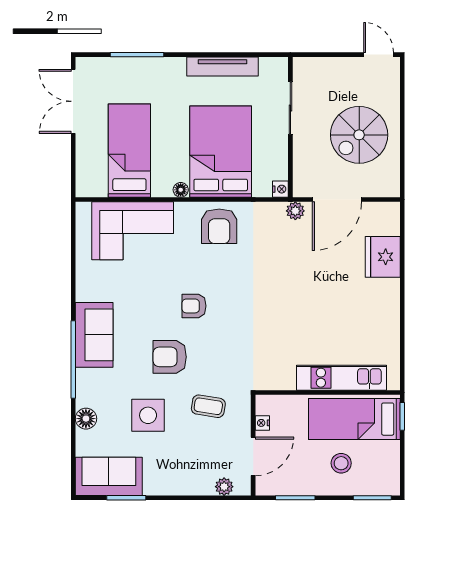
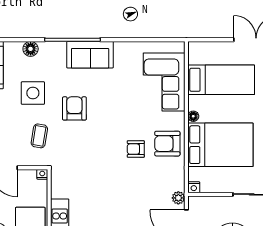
armchair: (194, 306) -> (136, 149), moved, turned -90
nightstand: (262, 423) -> (42, 174), moved

